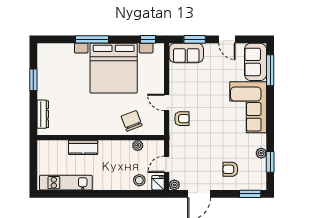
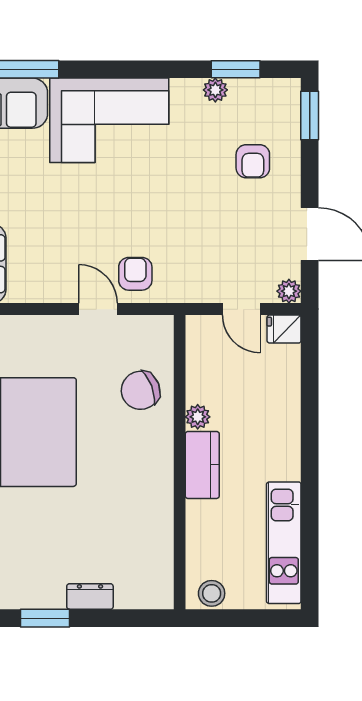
door: (167, 103) -> (98, 309), swing flipped
dresser: (43, 114) -> (90, 597), moved, width x0.70
plant: (138, 146) -> (198, 417), moved
kitchen counter: (83, 147) -> (202, 465), moved
stool: (139, 180) -> (212, 593), moved

